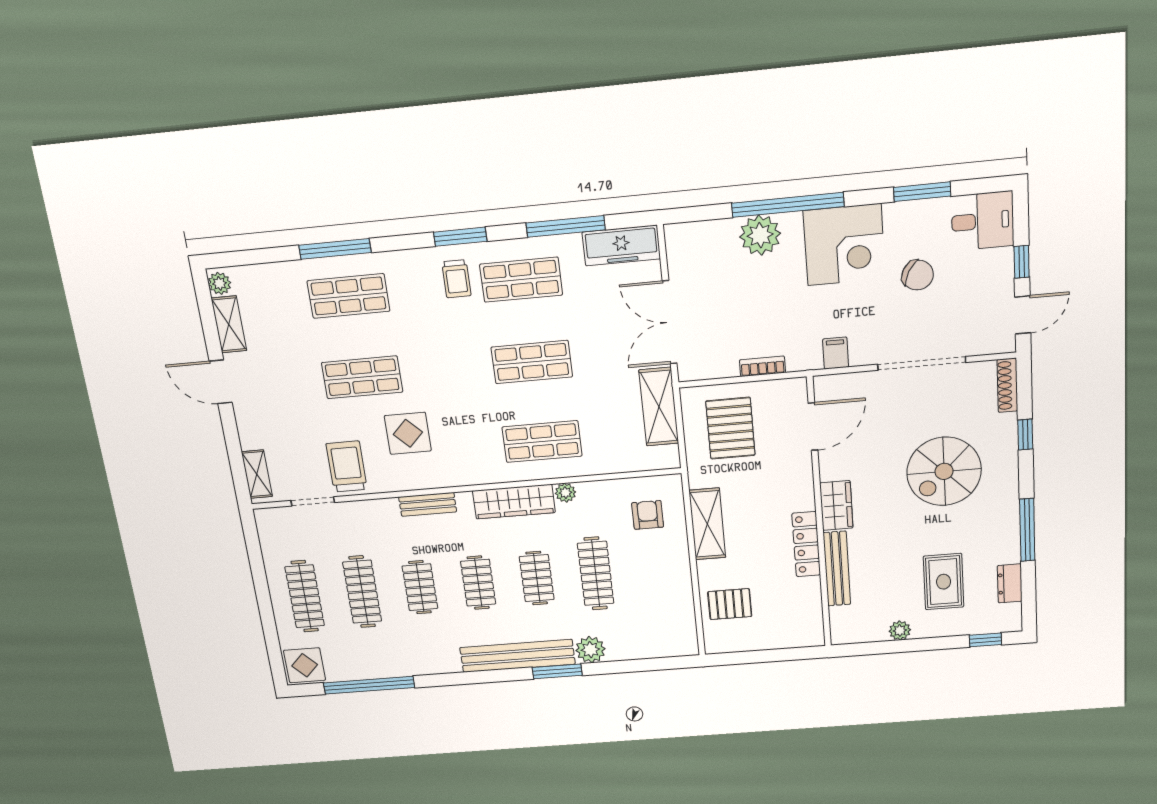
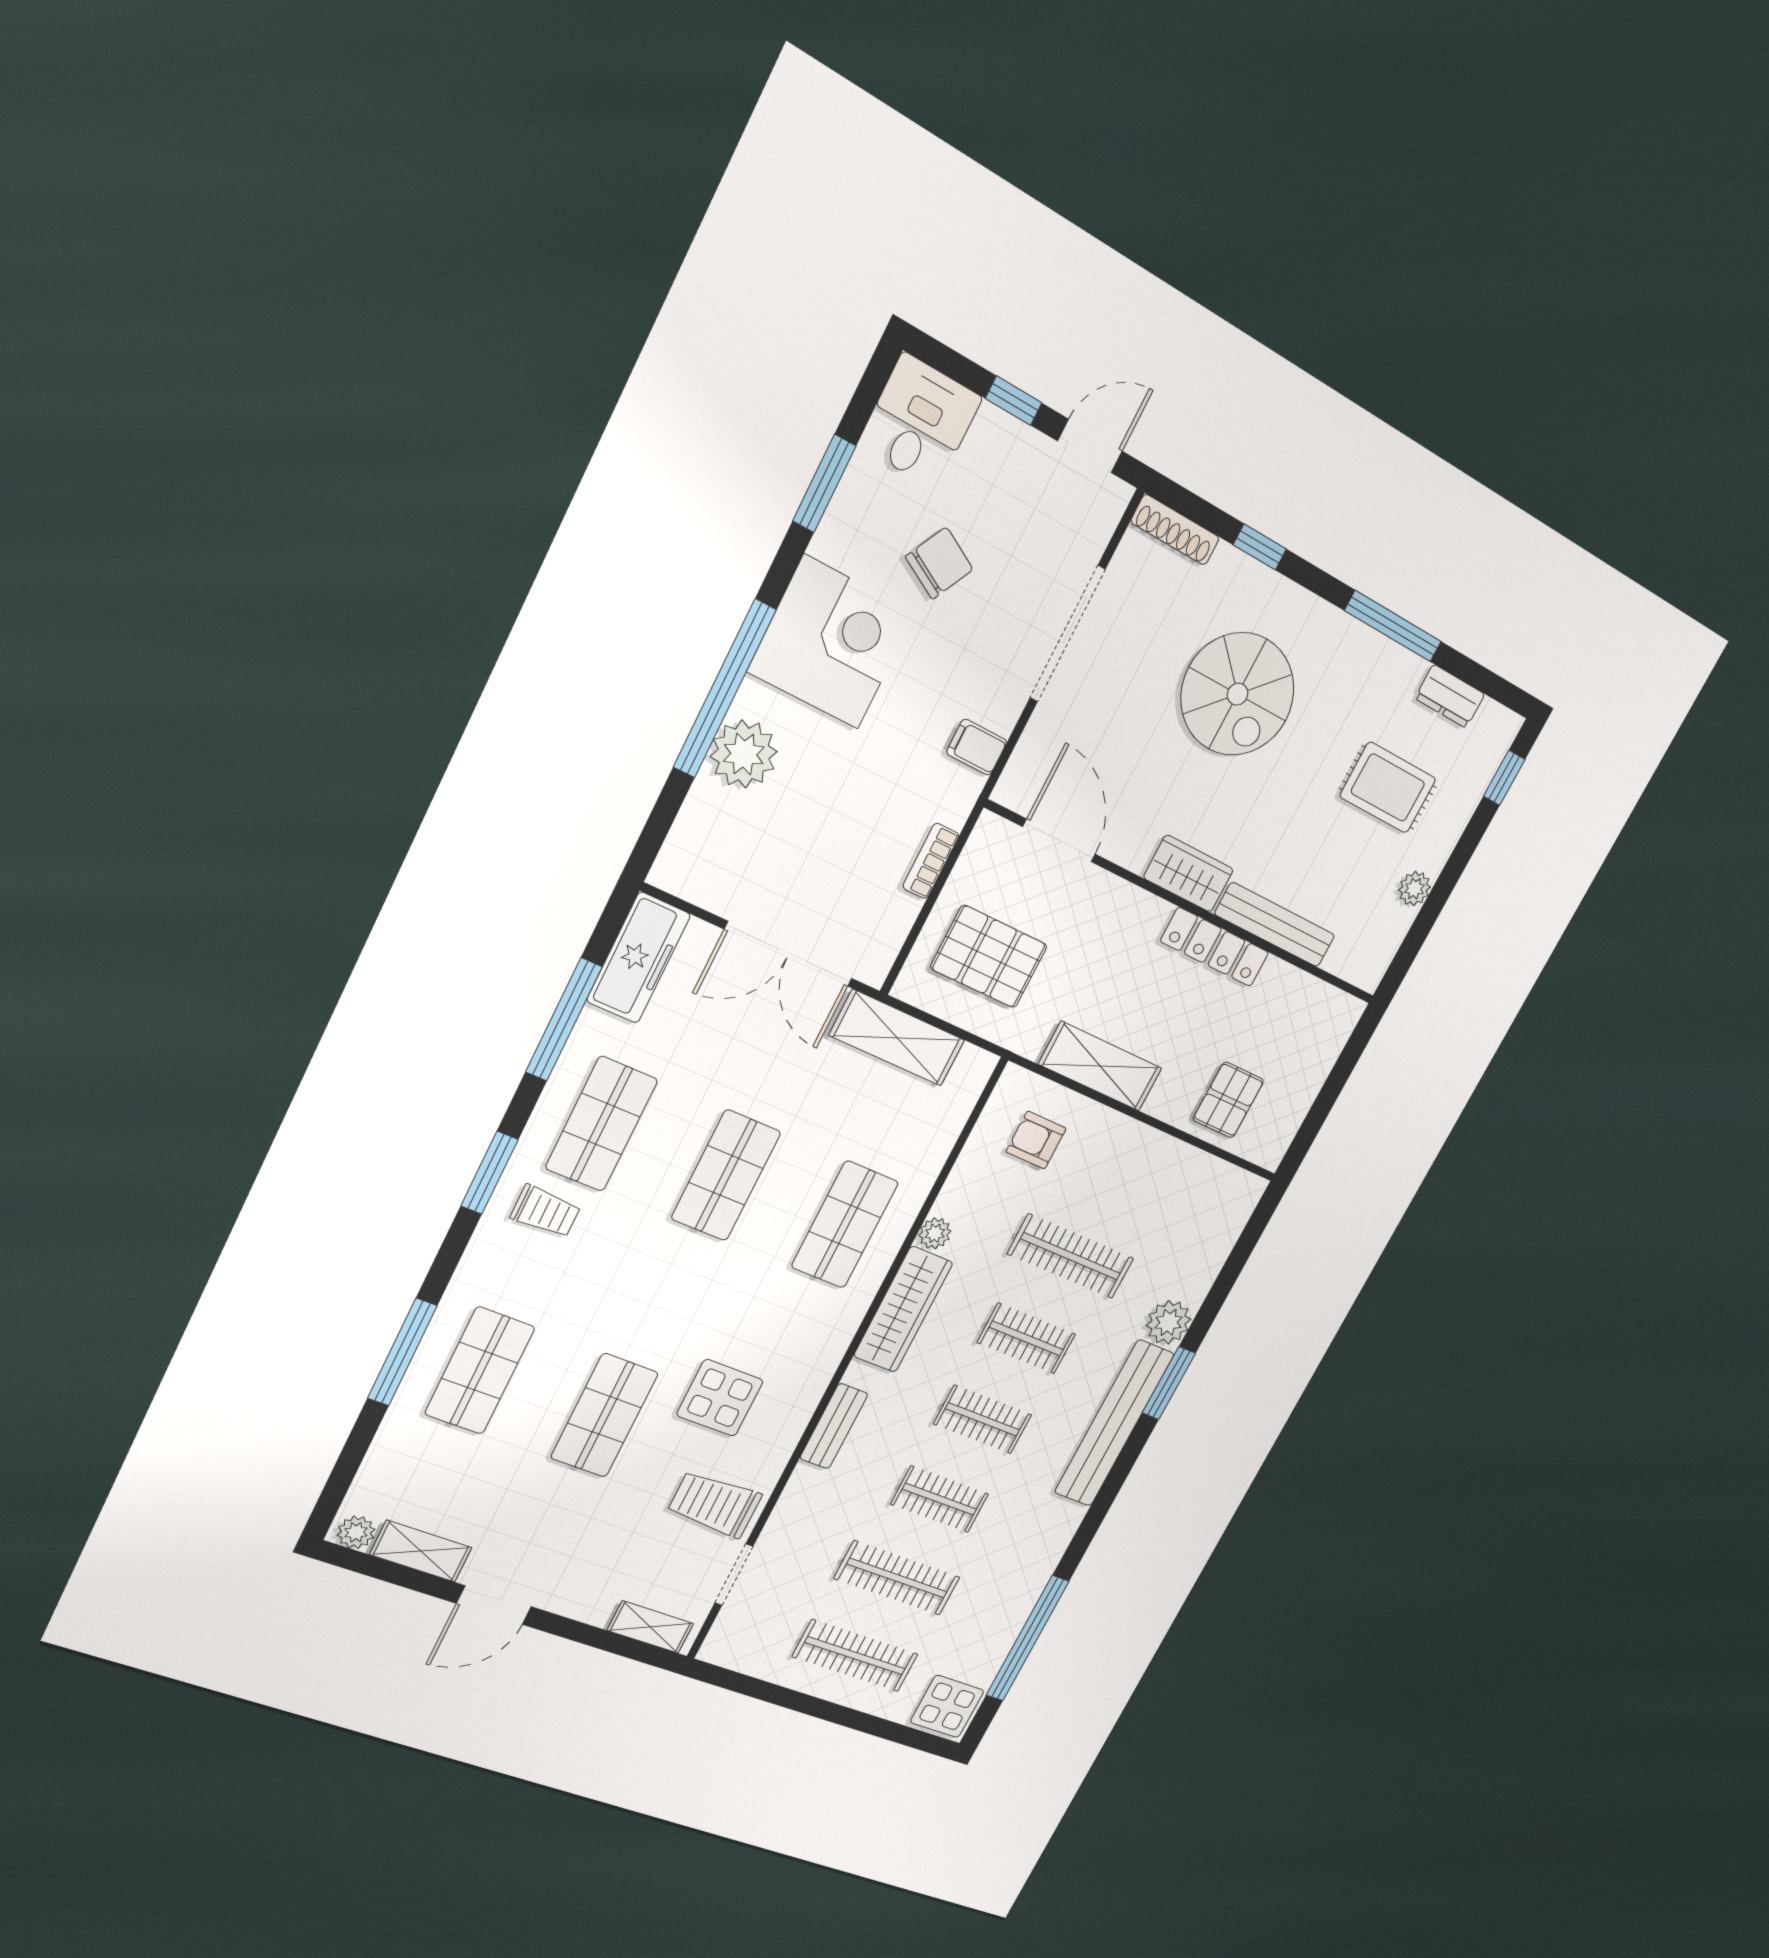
door: (1023, 315) -> (1090, 446), hinge flipped

